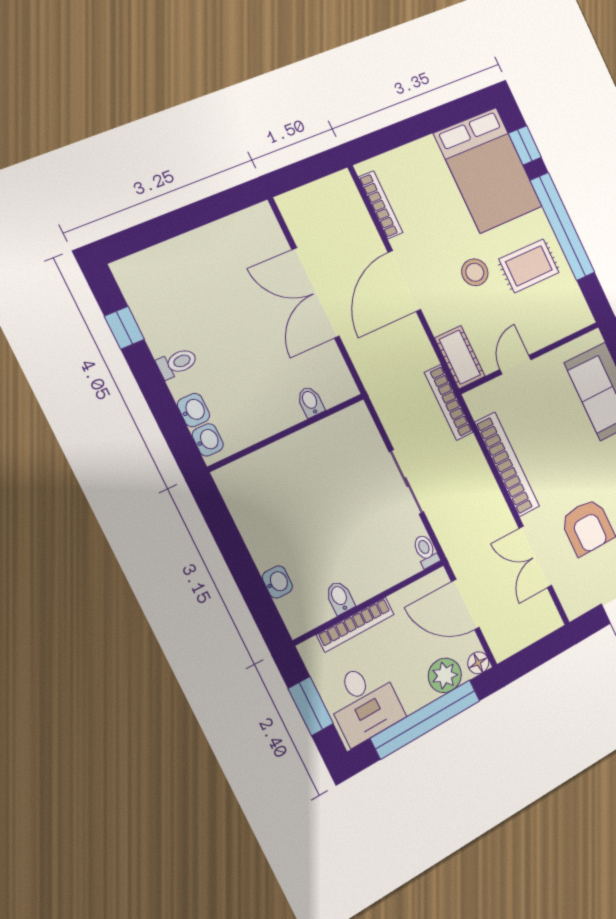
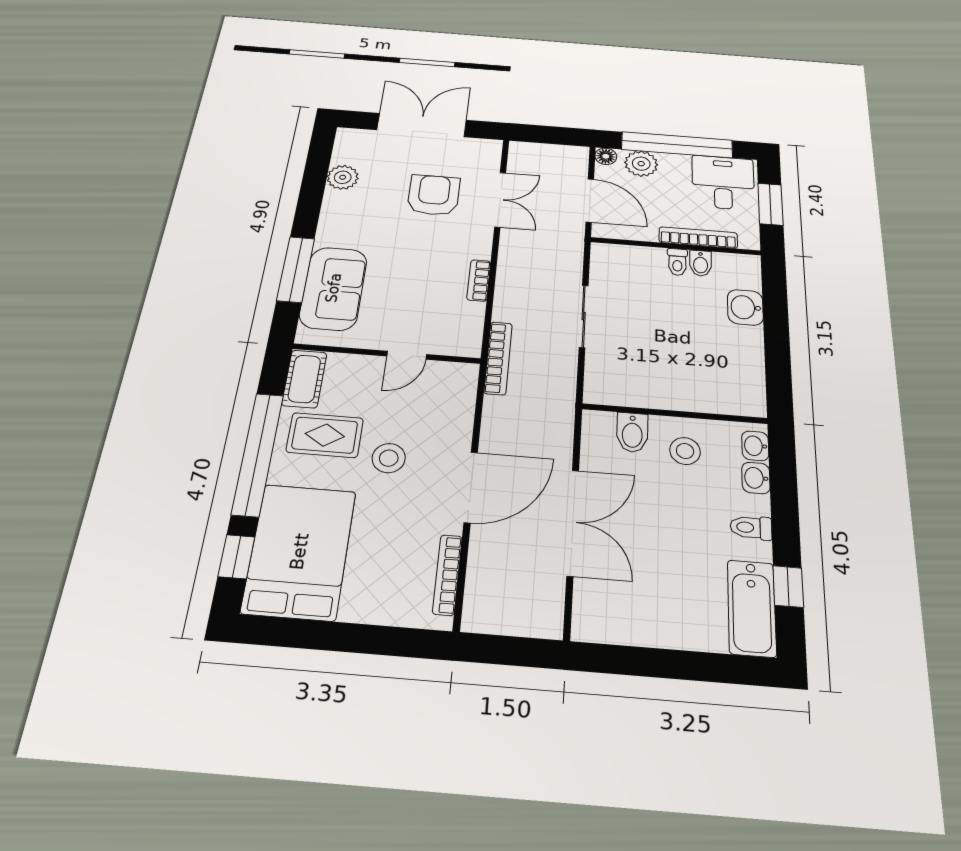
bathtub: (145, 295) -> (752, 608), added
cot: (460, 357) -> (304, 379), moved
stool: (262, 402) -> (685, 451), added
bidet: (310, 402) -> (632, 432), width x1.38, depth x1.36
bookcase: (507, 464) -> (479, 280), width x0.43, depth x0.76
toilet: (426, 551) -> (677, 262), moved
washbasin: (277, 582) -> (745, 307), width x1.38, depth x1.45

